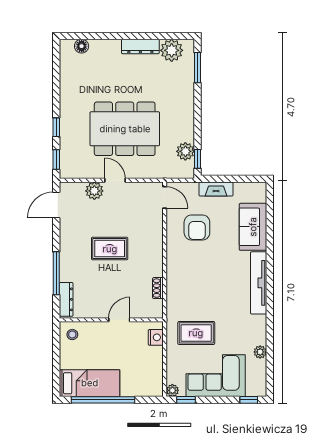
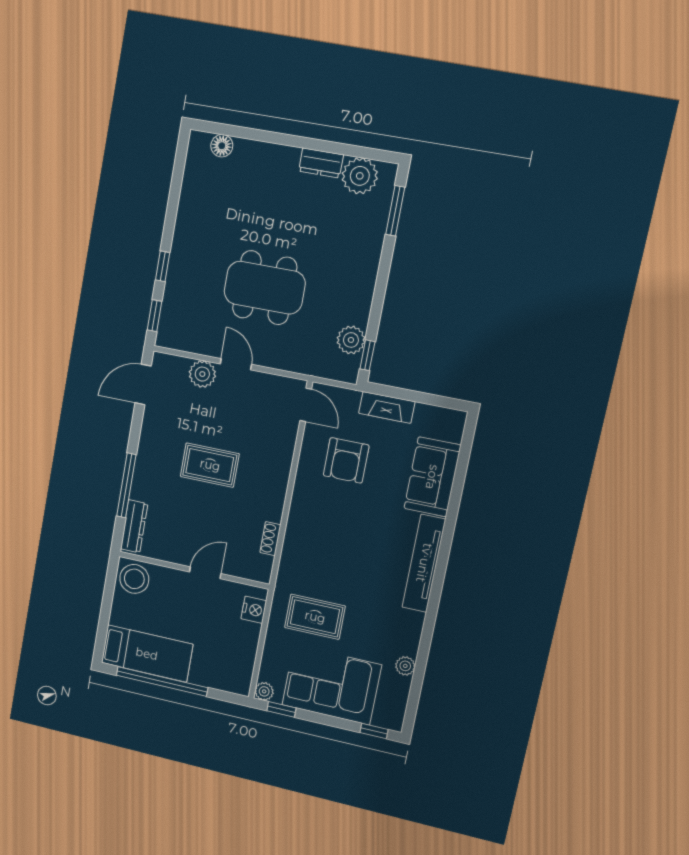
dresser: (140, 46) -> (321, 163), width x0.70
dining table: (125, 129) -> (265, 288), width x0.73, depth x0.80
stool: (72, 335) -> (134, 579), width x1.89, depth x1.89

